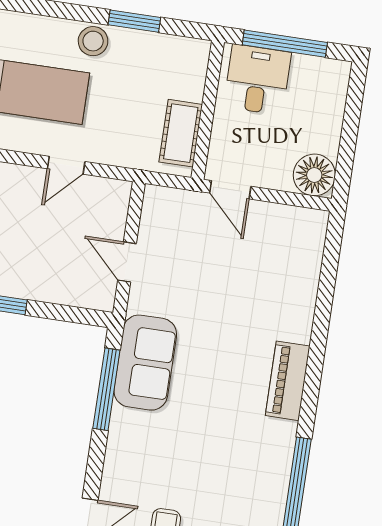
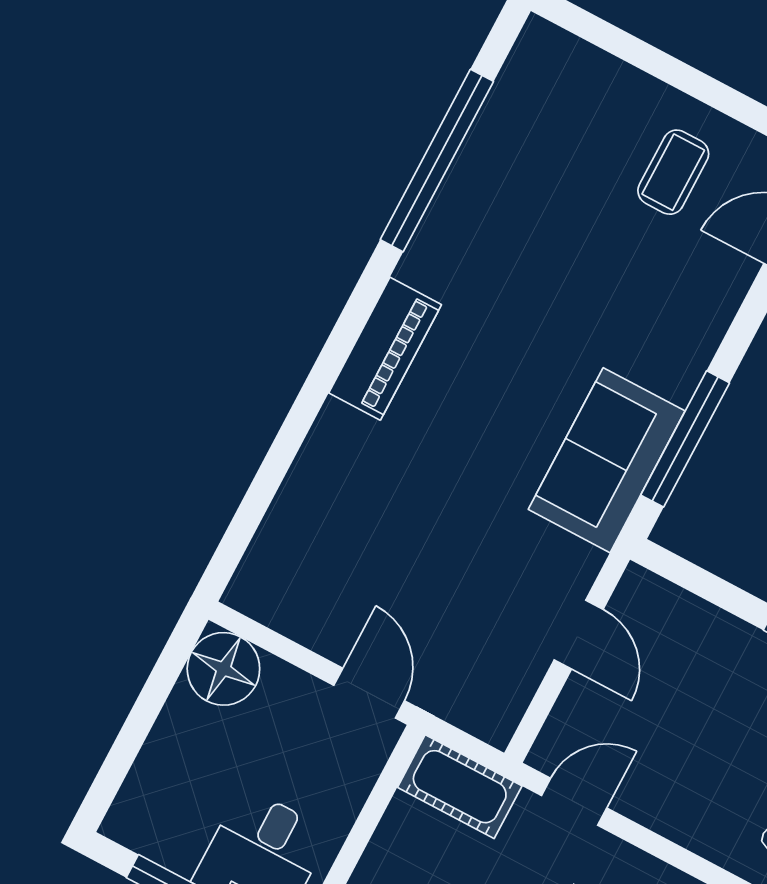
cot: (181, 133) -> (460, 787), moved, turned 90
door: (66, 165) -> (574, 802), moved

